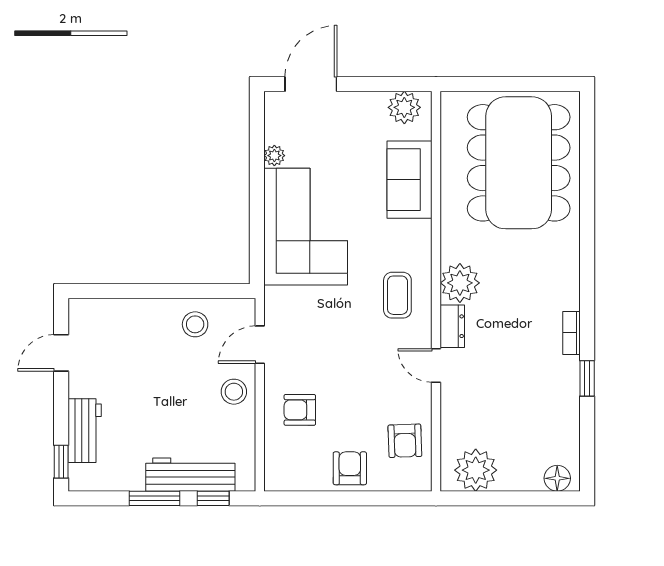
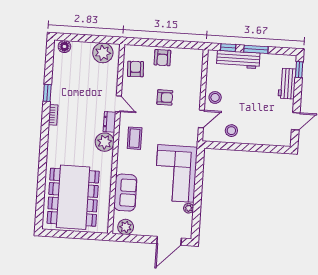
armchair: (300, 410) -> (165, 97), moved

